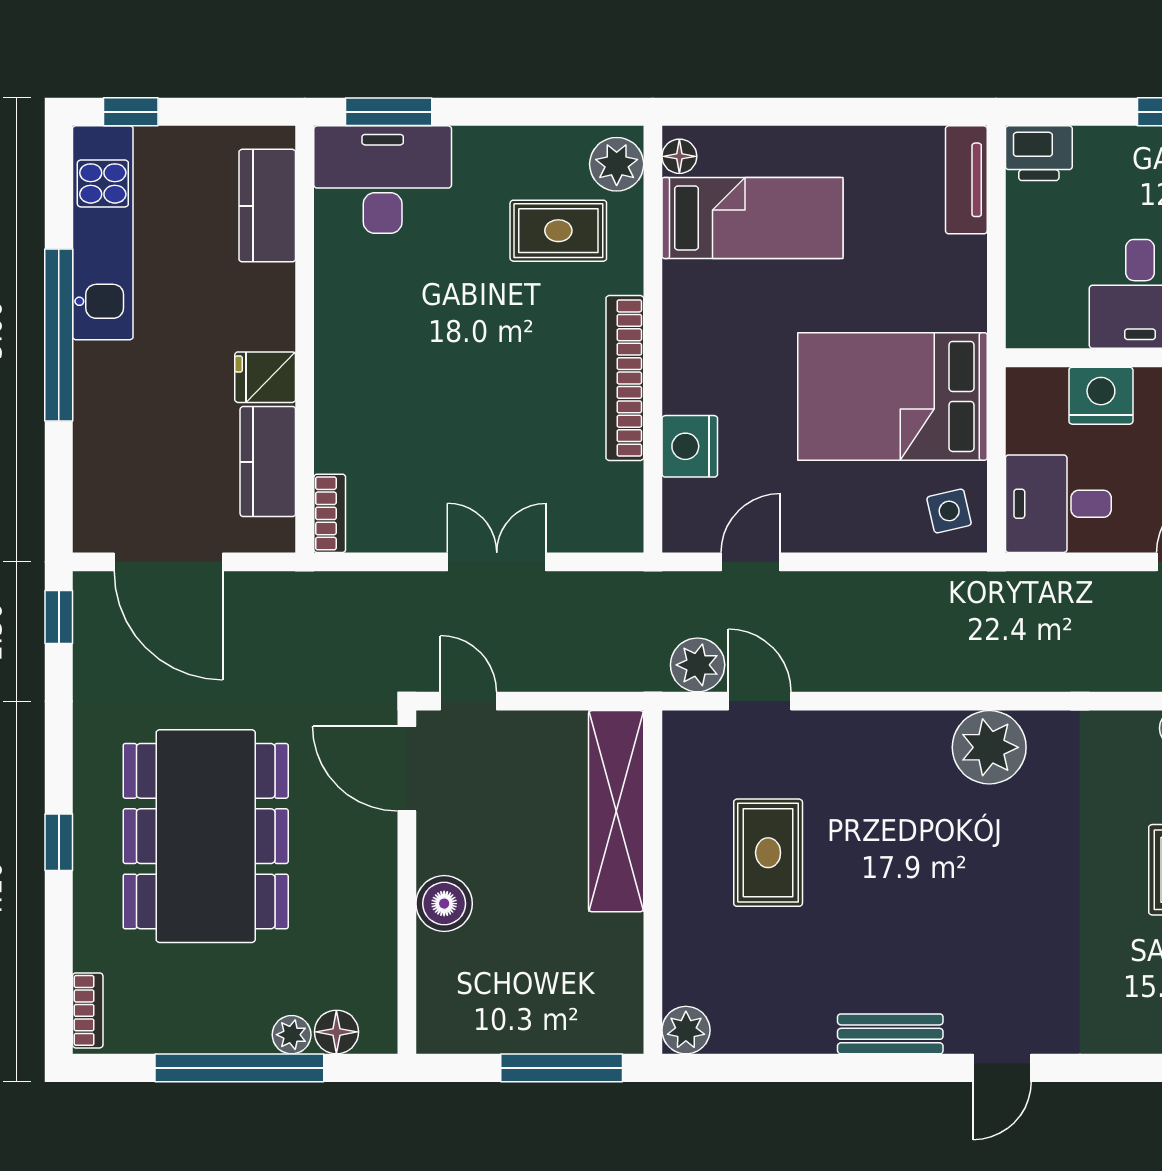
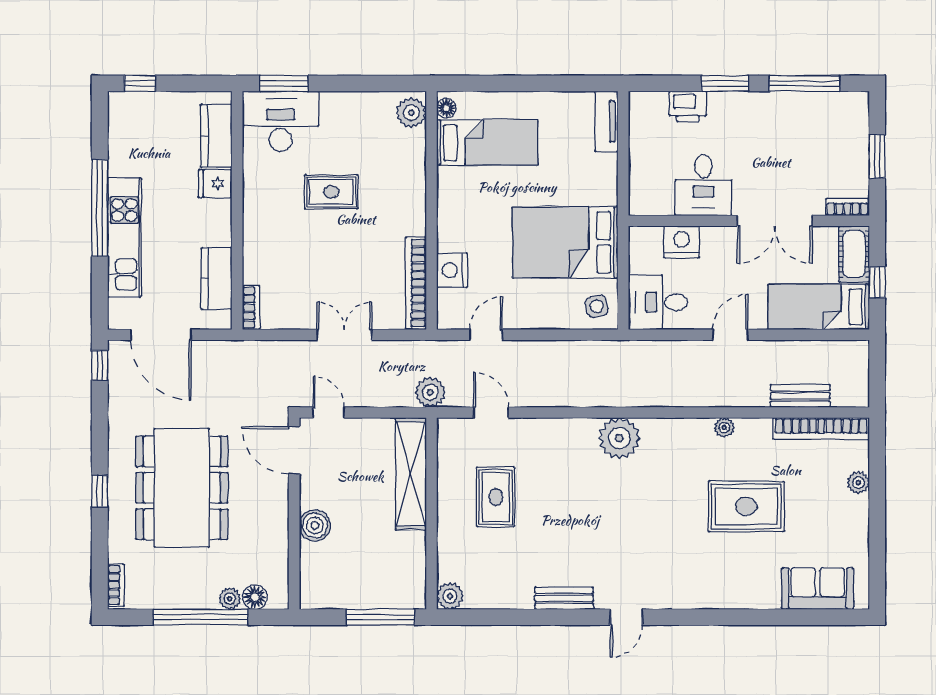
printer: (1039, 153) -> (688, 106), moved
rug: (558, 231) -> (331, 192), moved
kitchen unit: (103, 233) -> (124, 237), moved
fridge: (265, 377) -> (215, 183), moved
bookcase: (625, 378) -> (416, 283), moved
plant: (698, 665) -> (430, 392), moved

